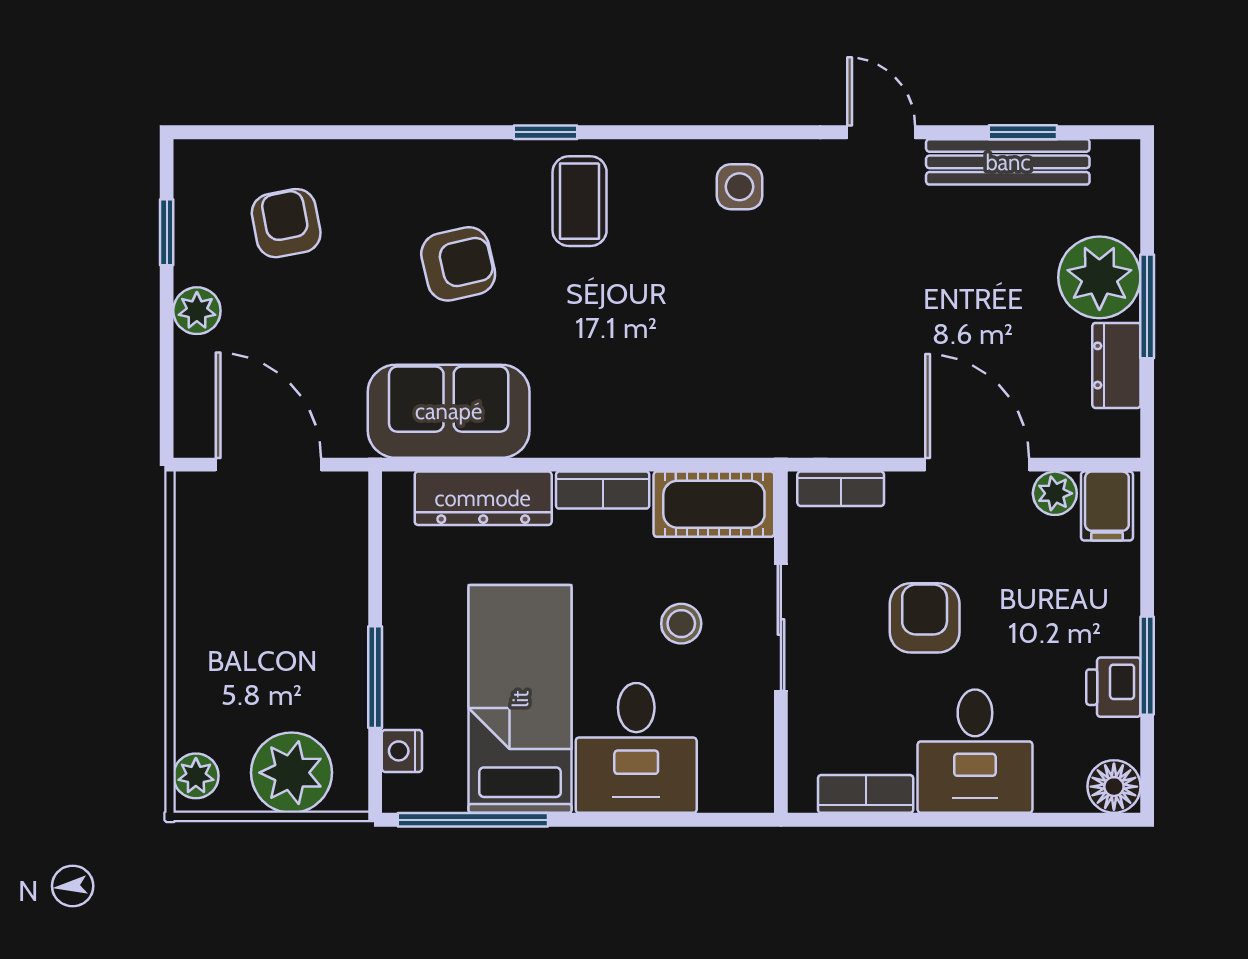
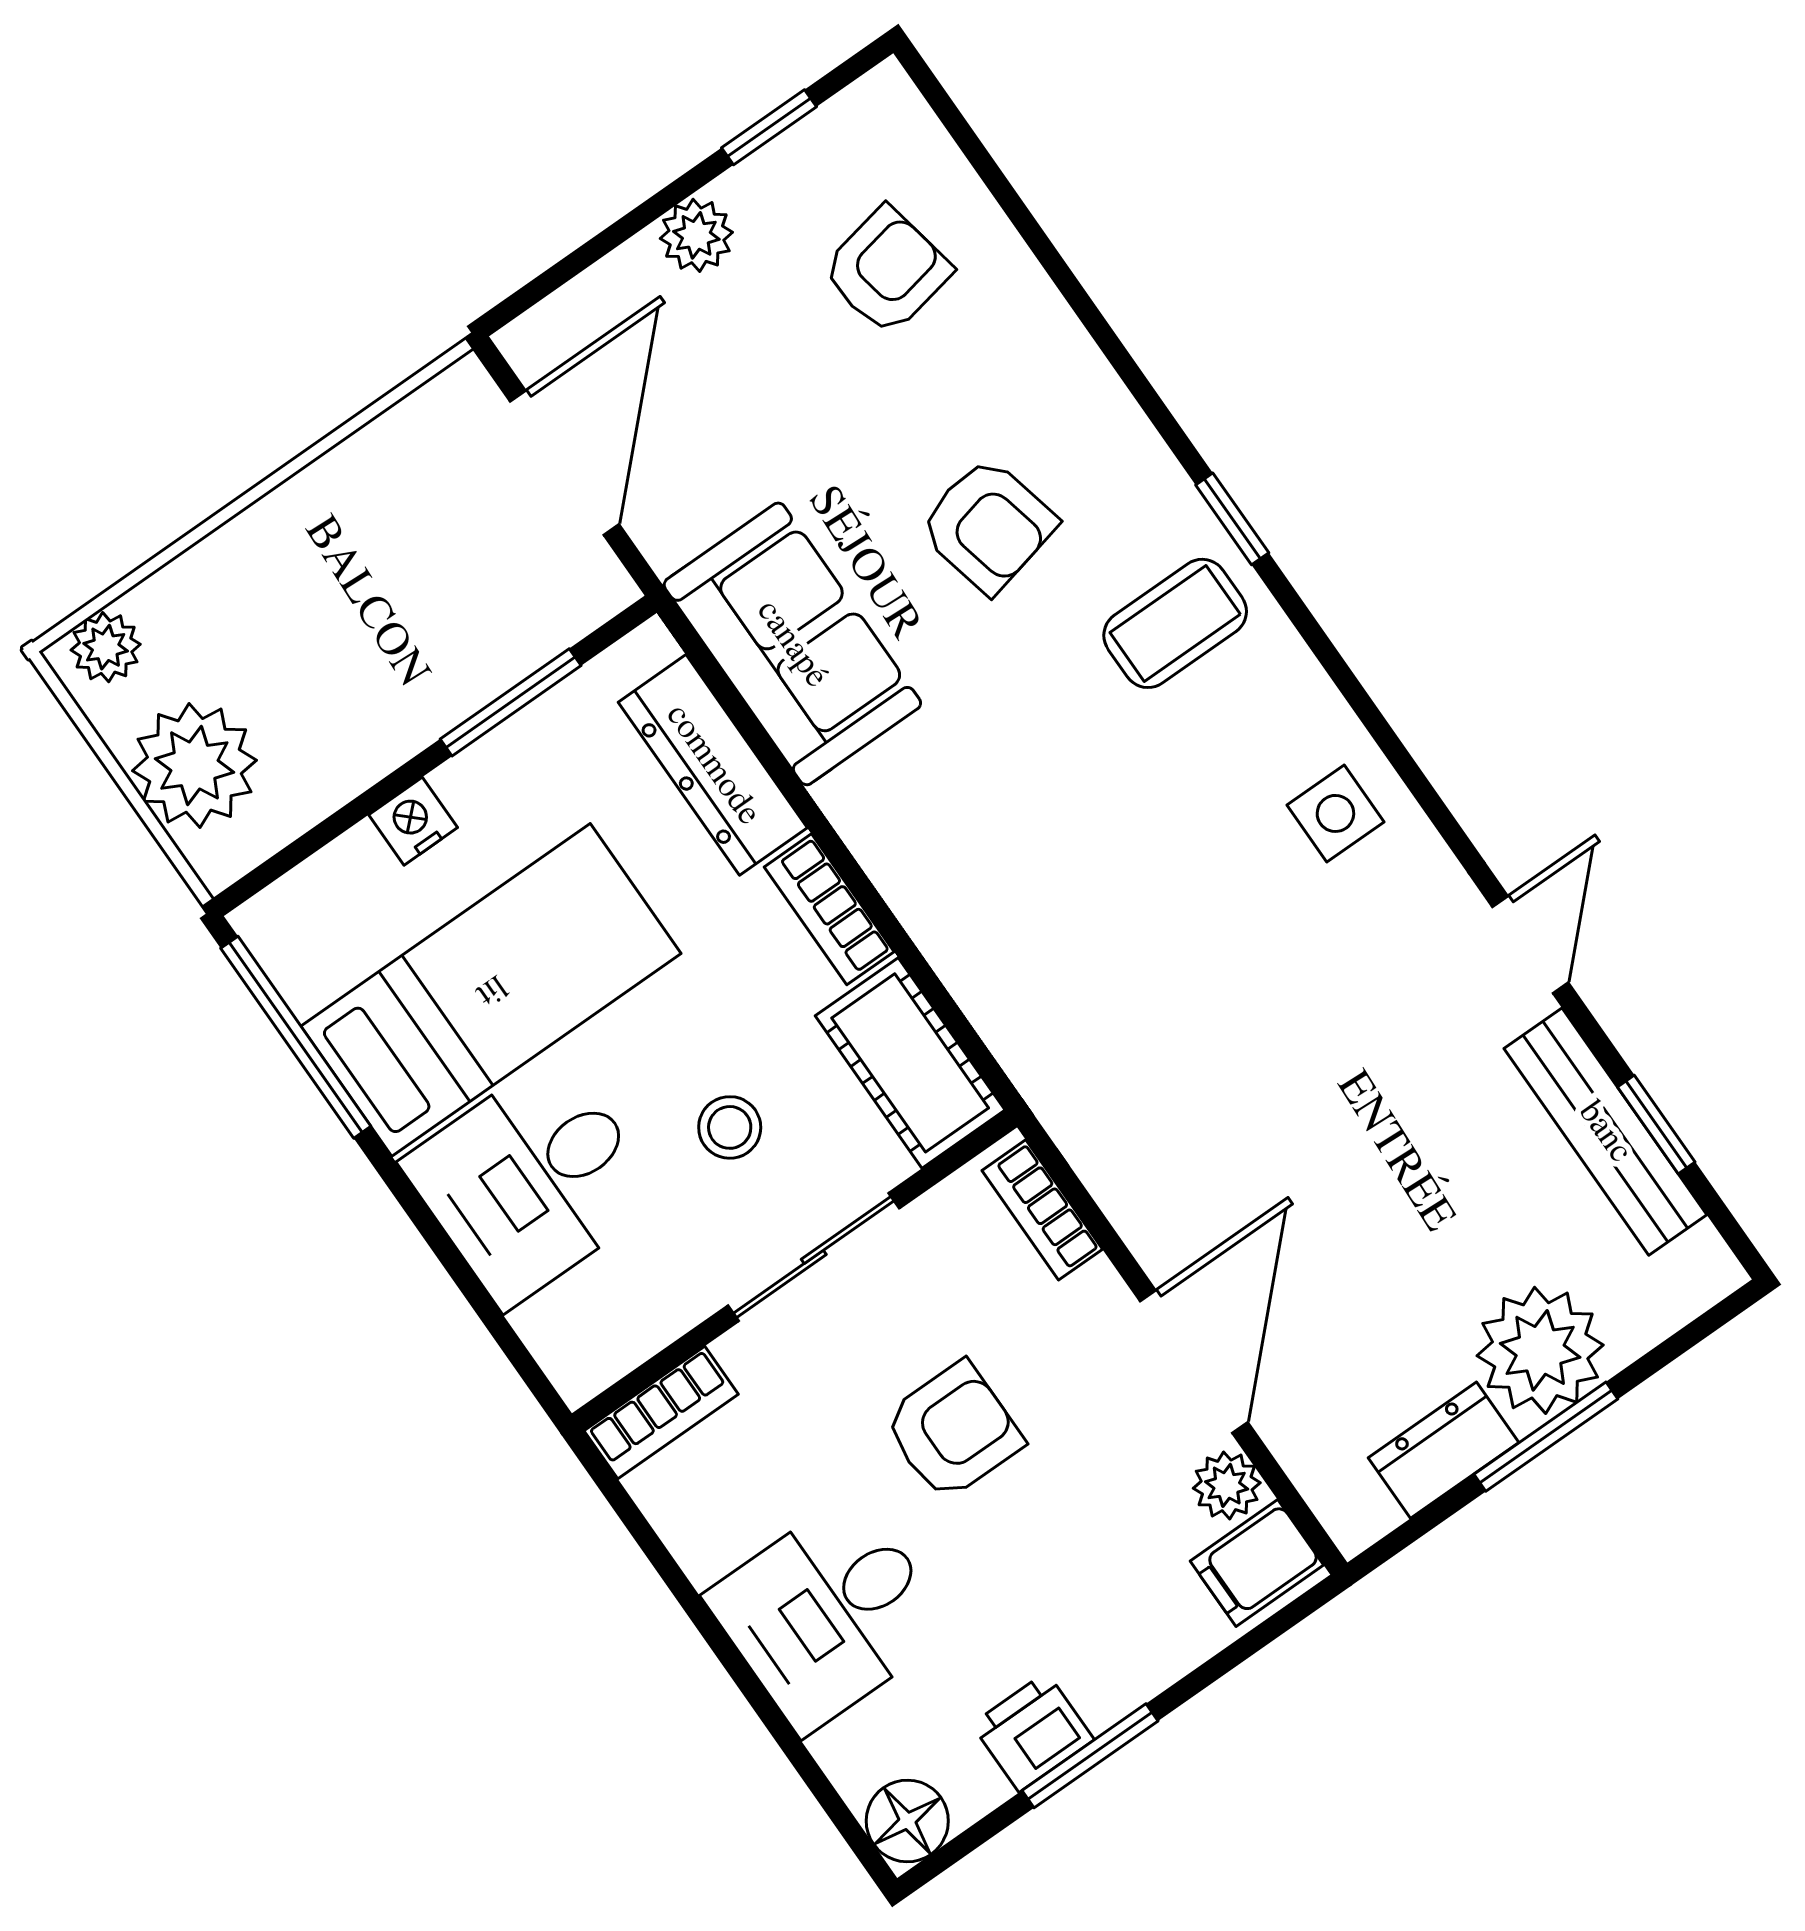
window: (375, 677) -> (511, 702), moved
nightstand: (402, 751) -> (413, 821), moved
bookcase: (866, 794) -> (661, 1412), moved, turned 90

